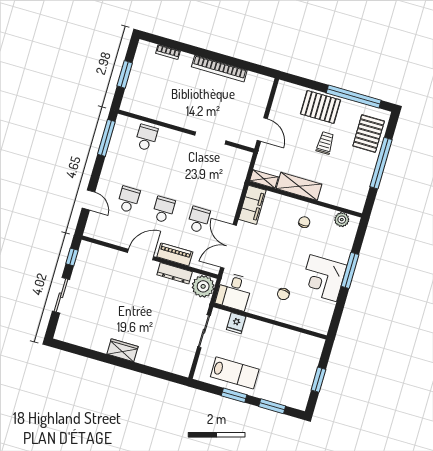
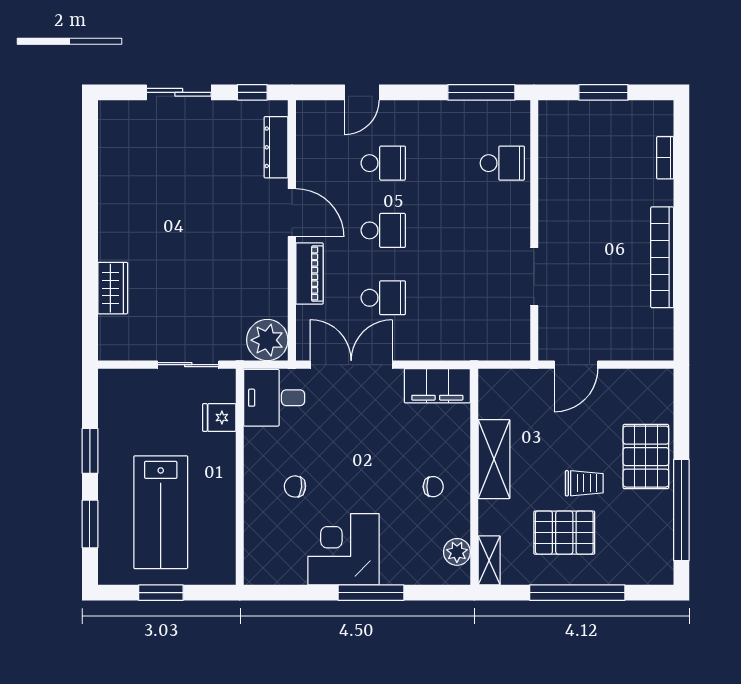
pallet: (369, 134) -> (564, 533), moved
shelving: (264, 179) -> (489, 560), moved
dresser: (175, 273) -> (276, 147), moved
wardrobe: (122, 350) -> (113, 288), moved
lab bench: (235, 373) -> (161, 512), moved, width x1.36, depth x1.39

